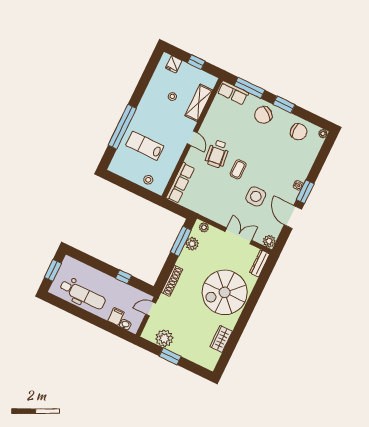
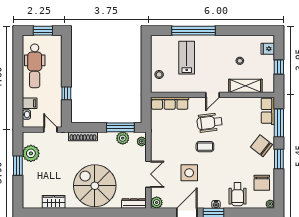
wheelchair: (298, 160) -> (238, 194), added

